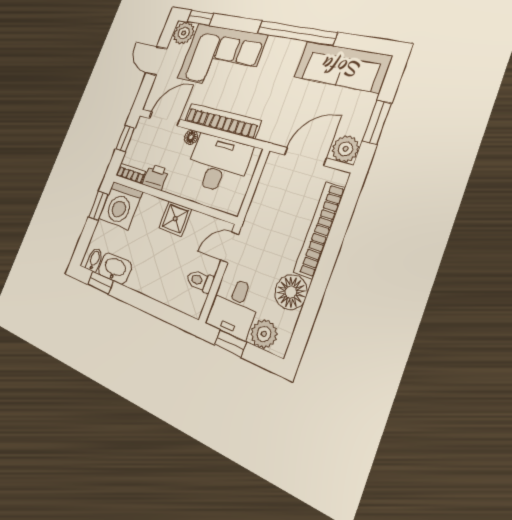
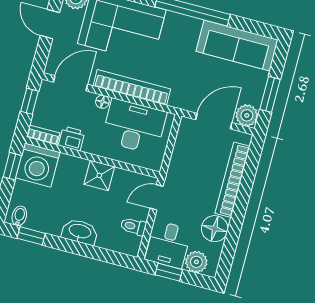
washbasin: (115, 268) -> (80, 232), moved

